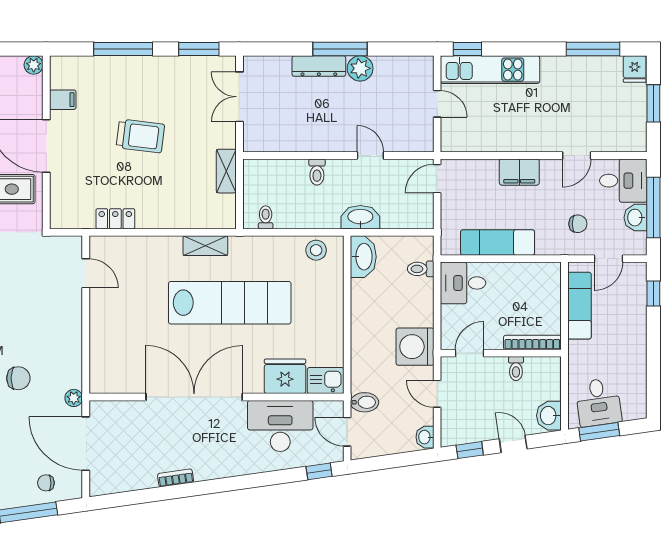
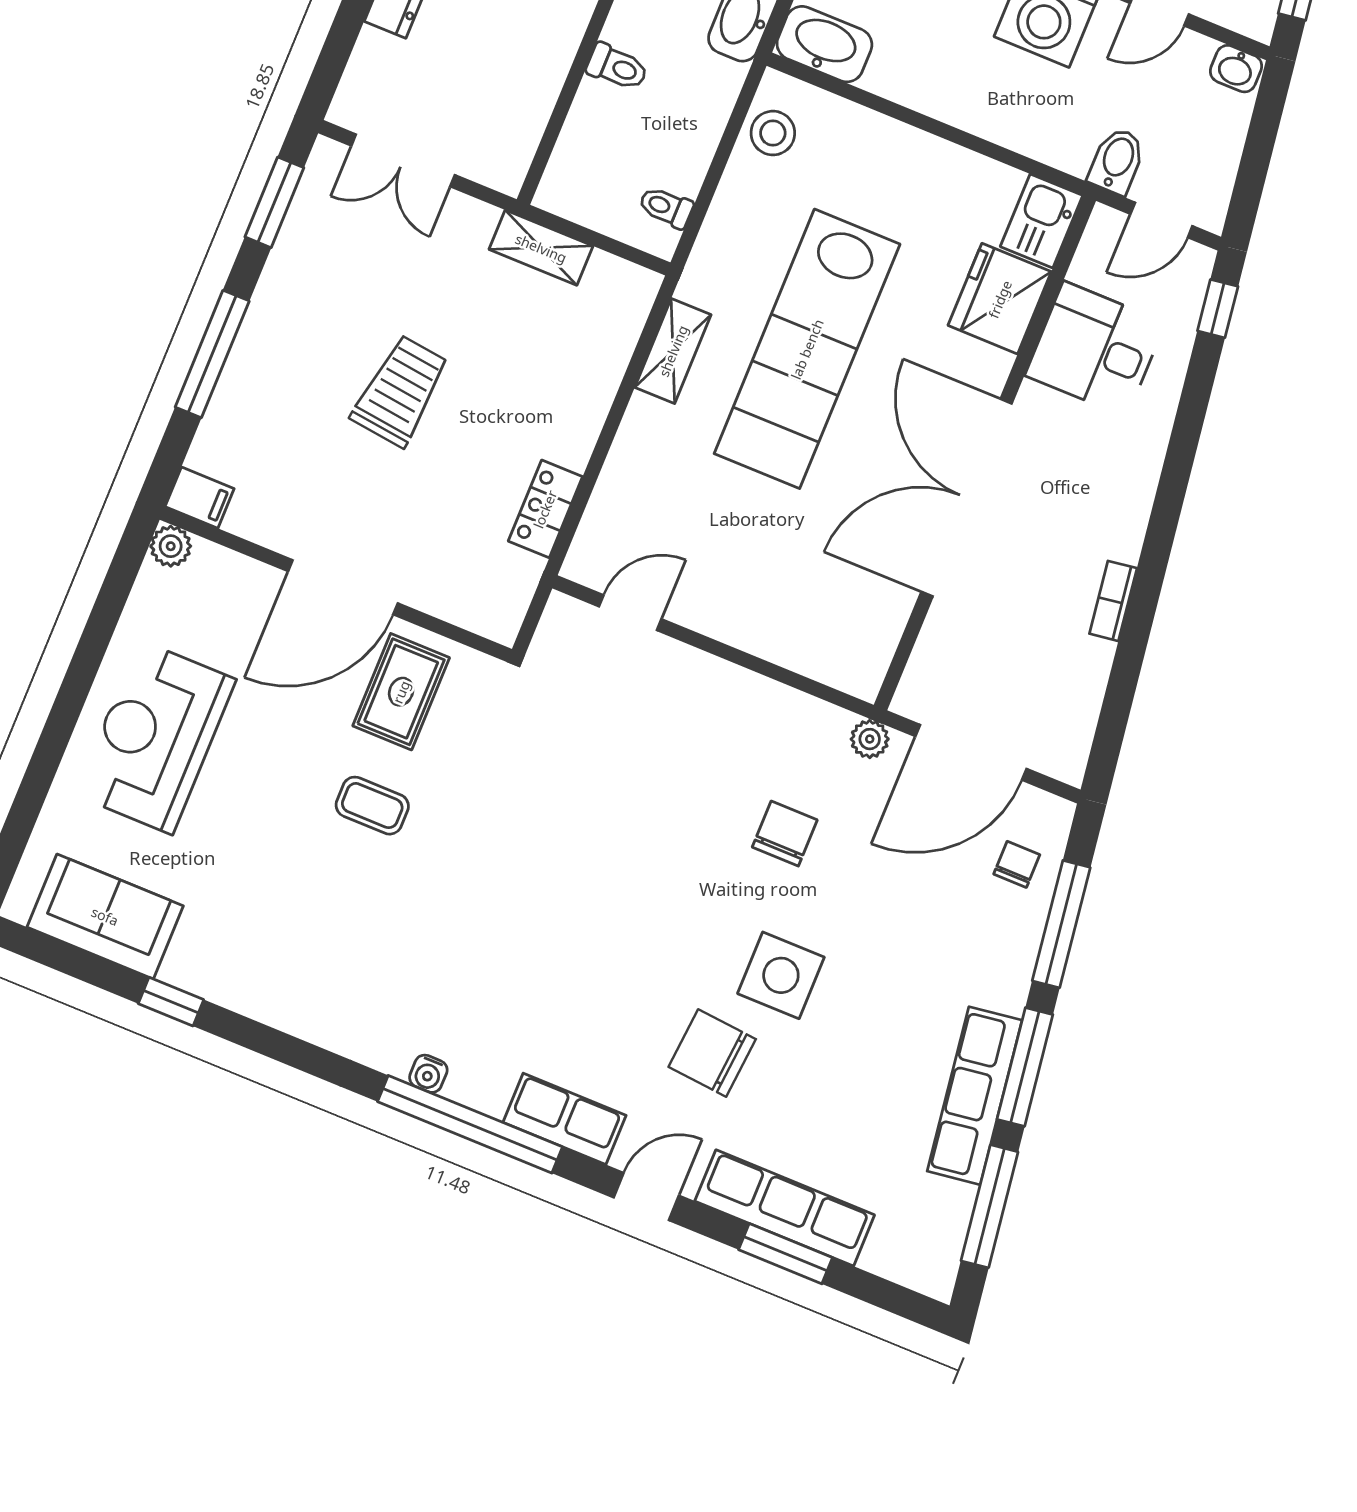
filing cabinet: (63, 100) -> (200, 498), moved, turned 90
lab bench: (230, 303) -> (807, 349), turned 180
desk: (280, 426) -> (1095, 349), width x0.73
chair: (46, 483) -> (1017, 864), turned 180

